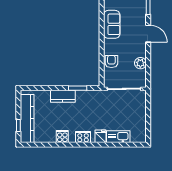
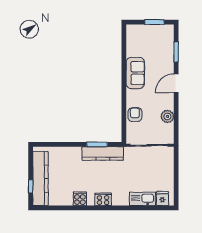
door: (148, 34) -> (176, 83), swing flipped
kitchen counter: (63, 96) -> (103, 153), moved, width x1.50
fridge: (101, 136) -> (162, 199), moved

